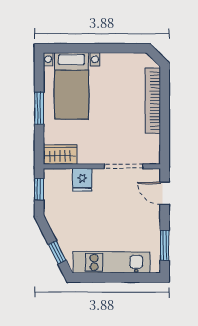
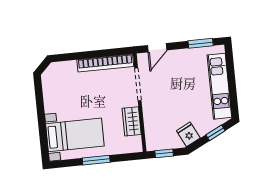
bookcase: (153, 101) -> (105, 63), moved
wardrobe: (60, 155) -> (132, 121), moved
fridge: (82, 180) -> (188, 134), moved, turned -117

